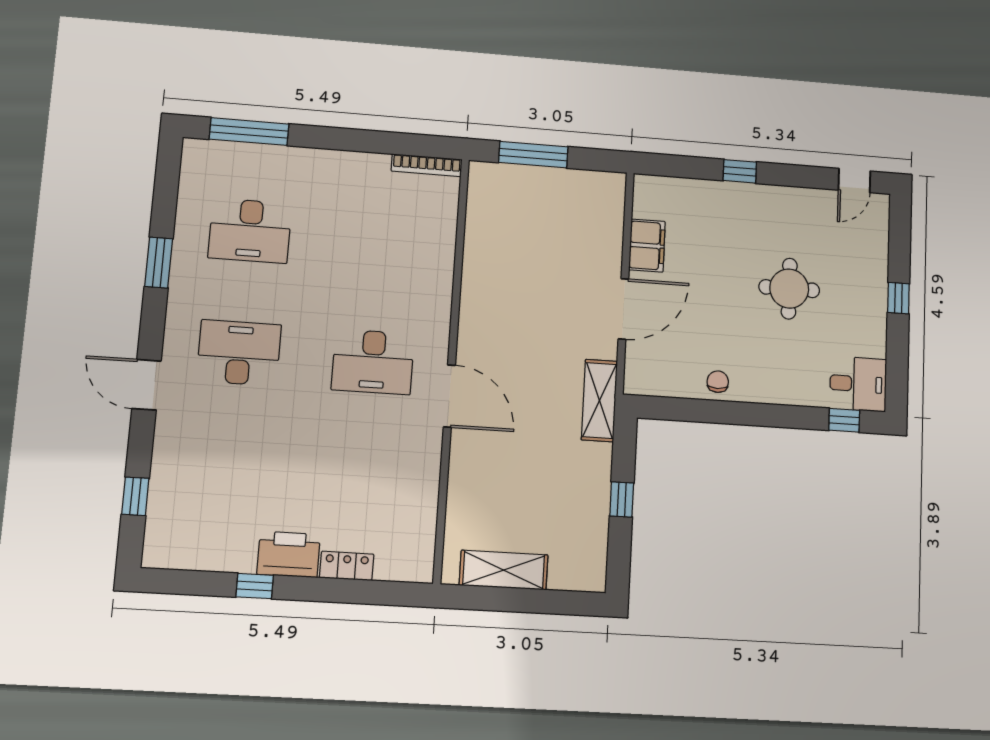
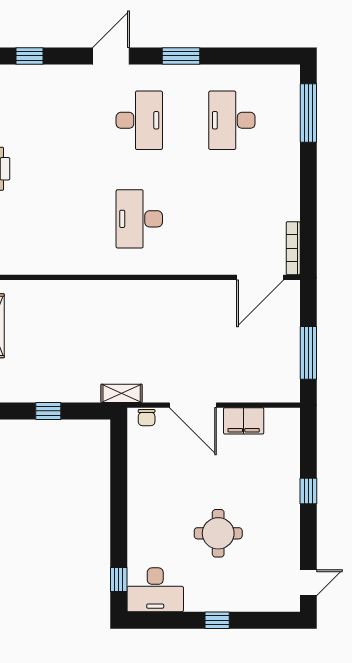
window: (533, 155) -> (308, 353), moved
door: (854, 181) -> (308, 583), swing flipped
window: (159, 263) -> (181, 56), moved
chair: (718, 382) -> (147, 418), moved, turned 90
desk: (858, 384) -> (155, 590), width x1.37
door: (449, 396) -> (260, 277), moved
shelving: (599, 401) -> (122, 393), width x0.67, depth x0.75

